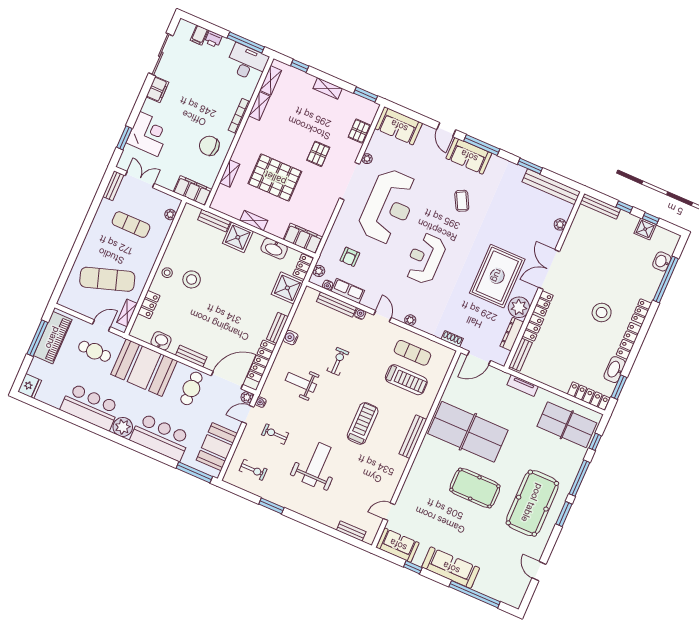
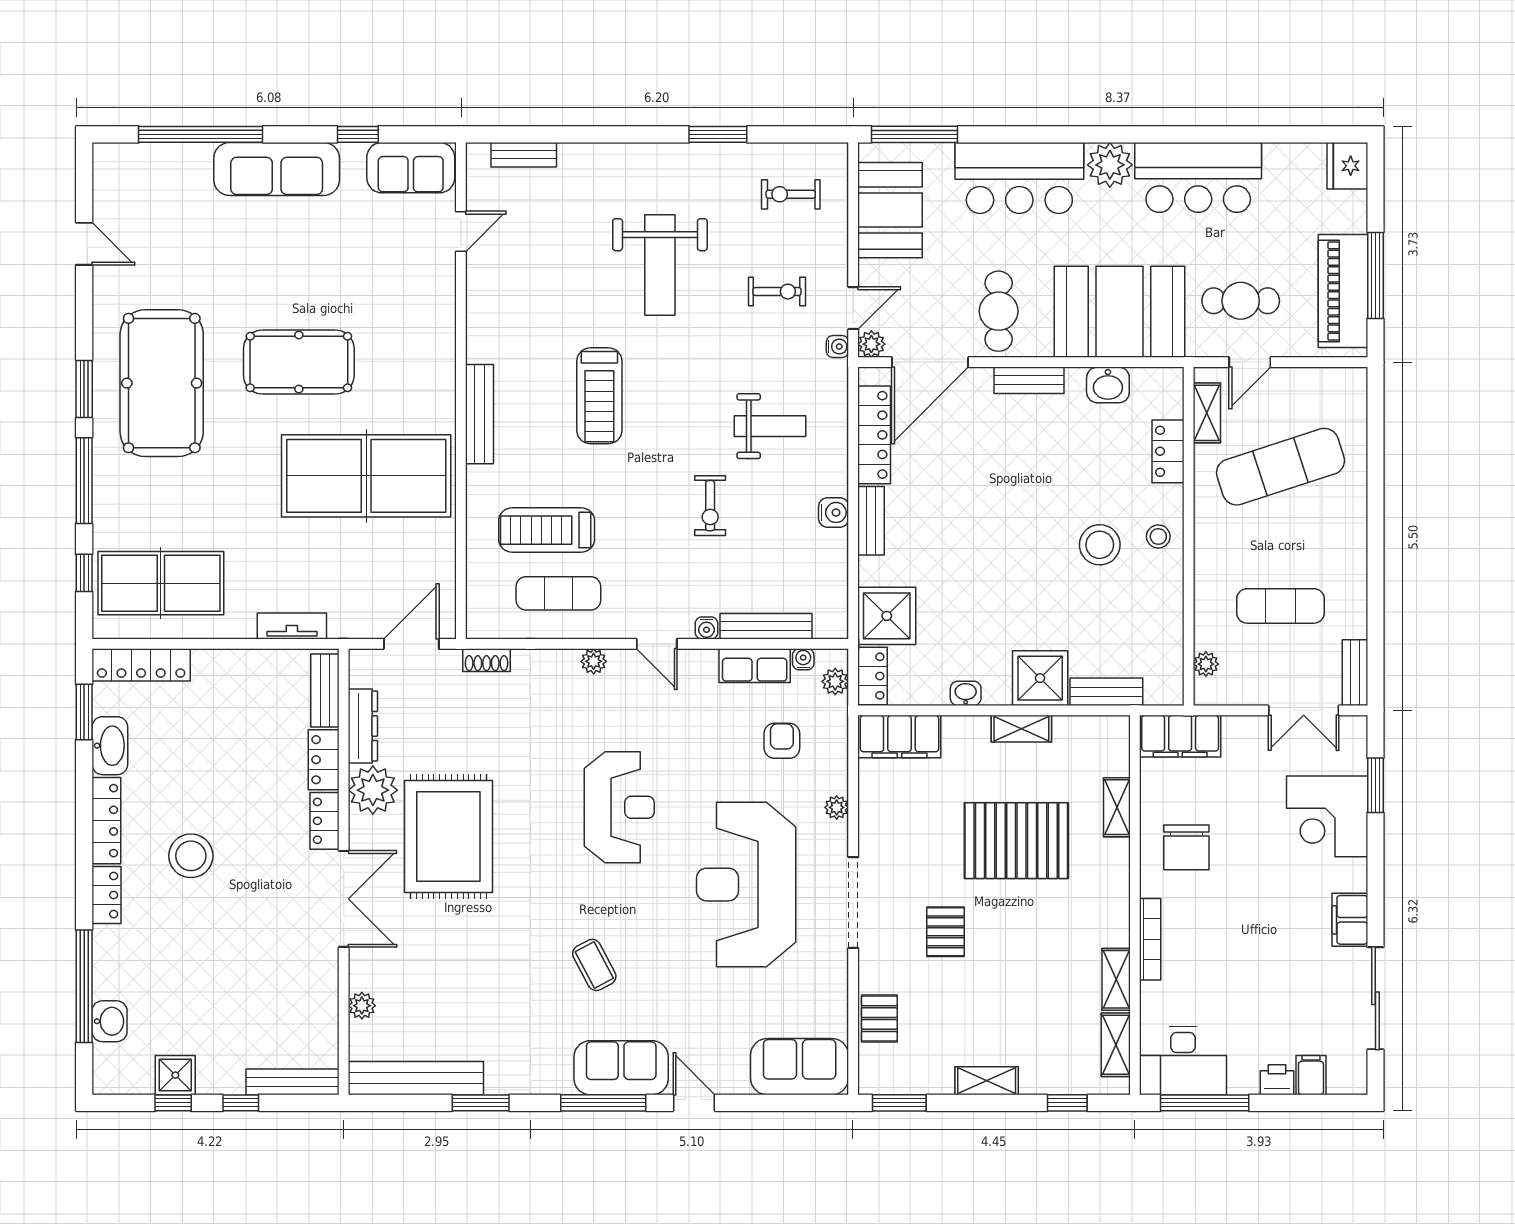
chair: (209, 146) -> (1186, 847), turned 90
plant: (367, 159) -> (837, 807), moved
washbasin: (274, 249) -> (966, 693), width x0.52, depth x0.69

